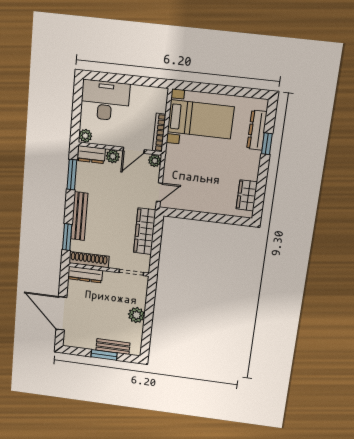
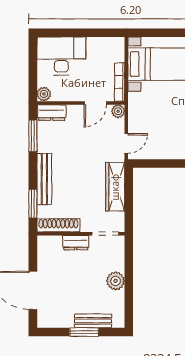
plant: (113, 156) -> (74, 112), removed
dresser: (85, 275) -> (76, 243), moved, width x0.70

